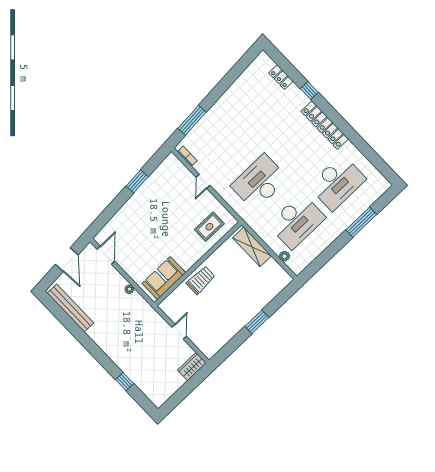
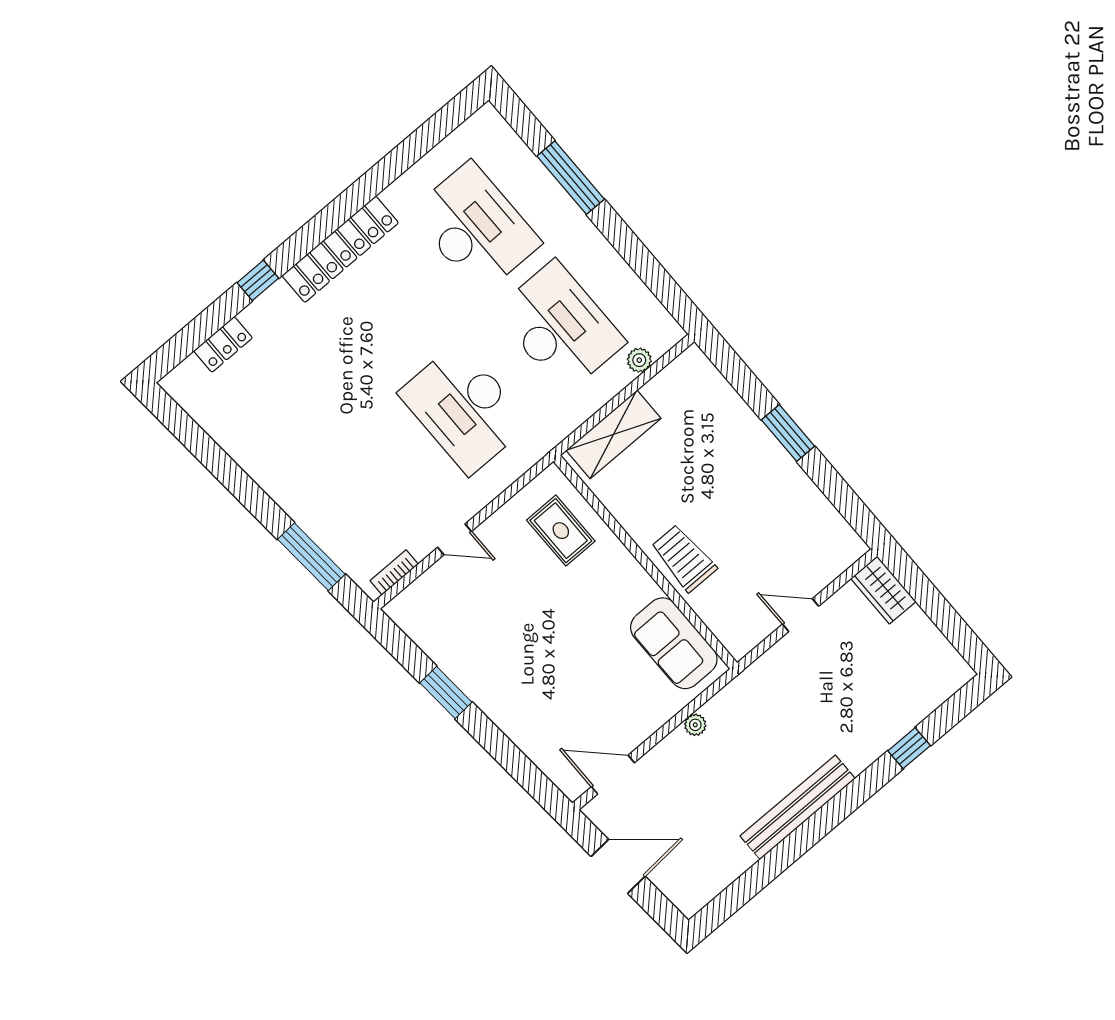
bench: (70, 308) -> (798, 807), moved

